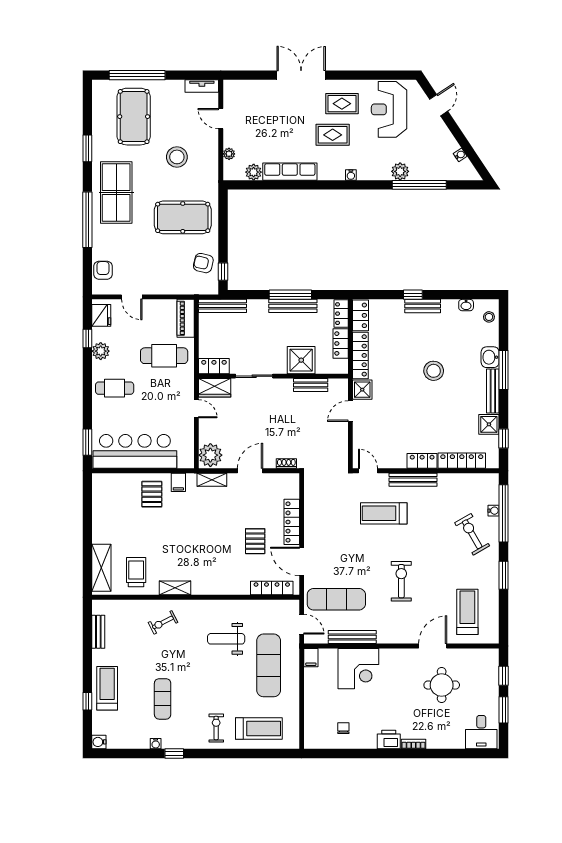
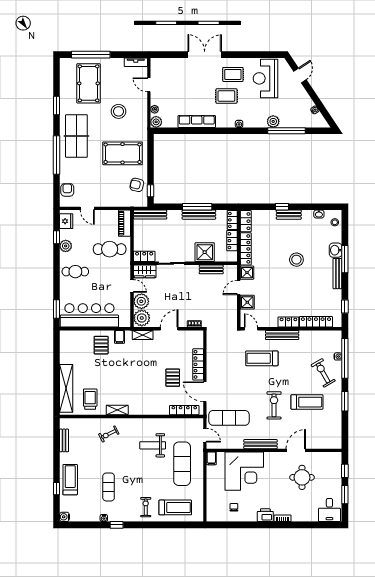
plant: (254, 172) -> (156, 122), moved
shower: (489, 424) -> (247, 302), moved
plant: (210, 431) -> (141, 301), added
shelving: (101, 568) -> (66, 388), width x1.47
treadmill: (467, 612) -> (307, 402), moved, turned 90
bench: (352, 637) -> (261, 444), moved
corner desk: (358, 669) -> (244, 471), width x1.36, depth x1.36

